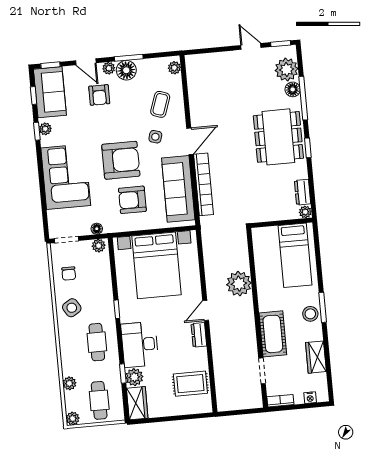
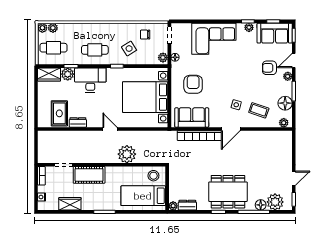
floor lamp: (126, 70) -> (285, 103), moved
door: (190, 141) -> (231, 129), hinge flipped
armchair: (121, 160) -> (222, 79), removed
sofa: (178, 189) -> (192, 117), width x0.73
side table: (72, 308) -> (129, 49), moved
stool: (310, 314) -> (153, 176), moved
dresser: (199, 335) -> (78, 122), moved
plant: (69, 383) -> (53, 28), moved

